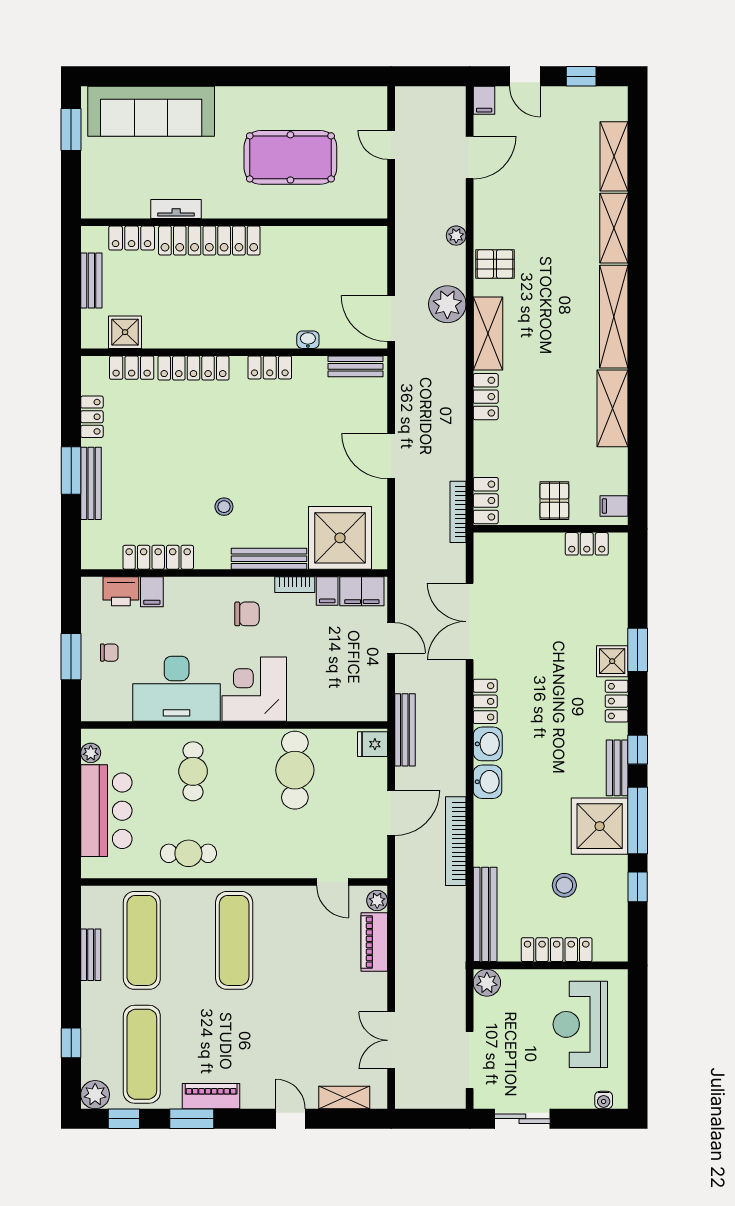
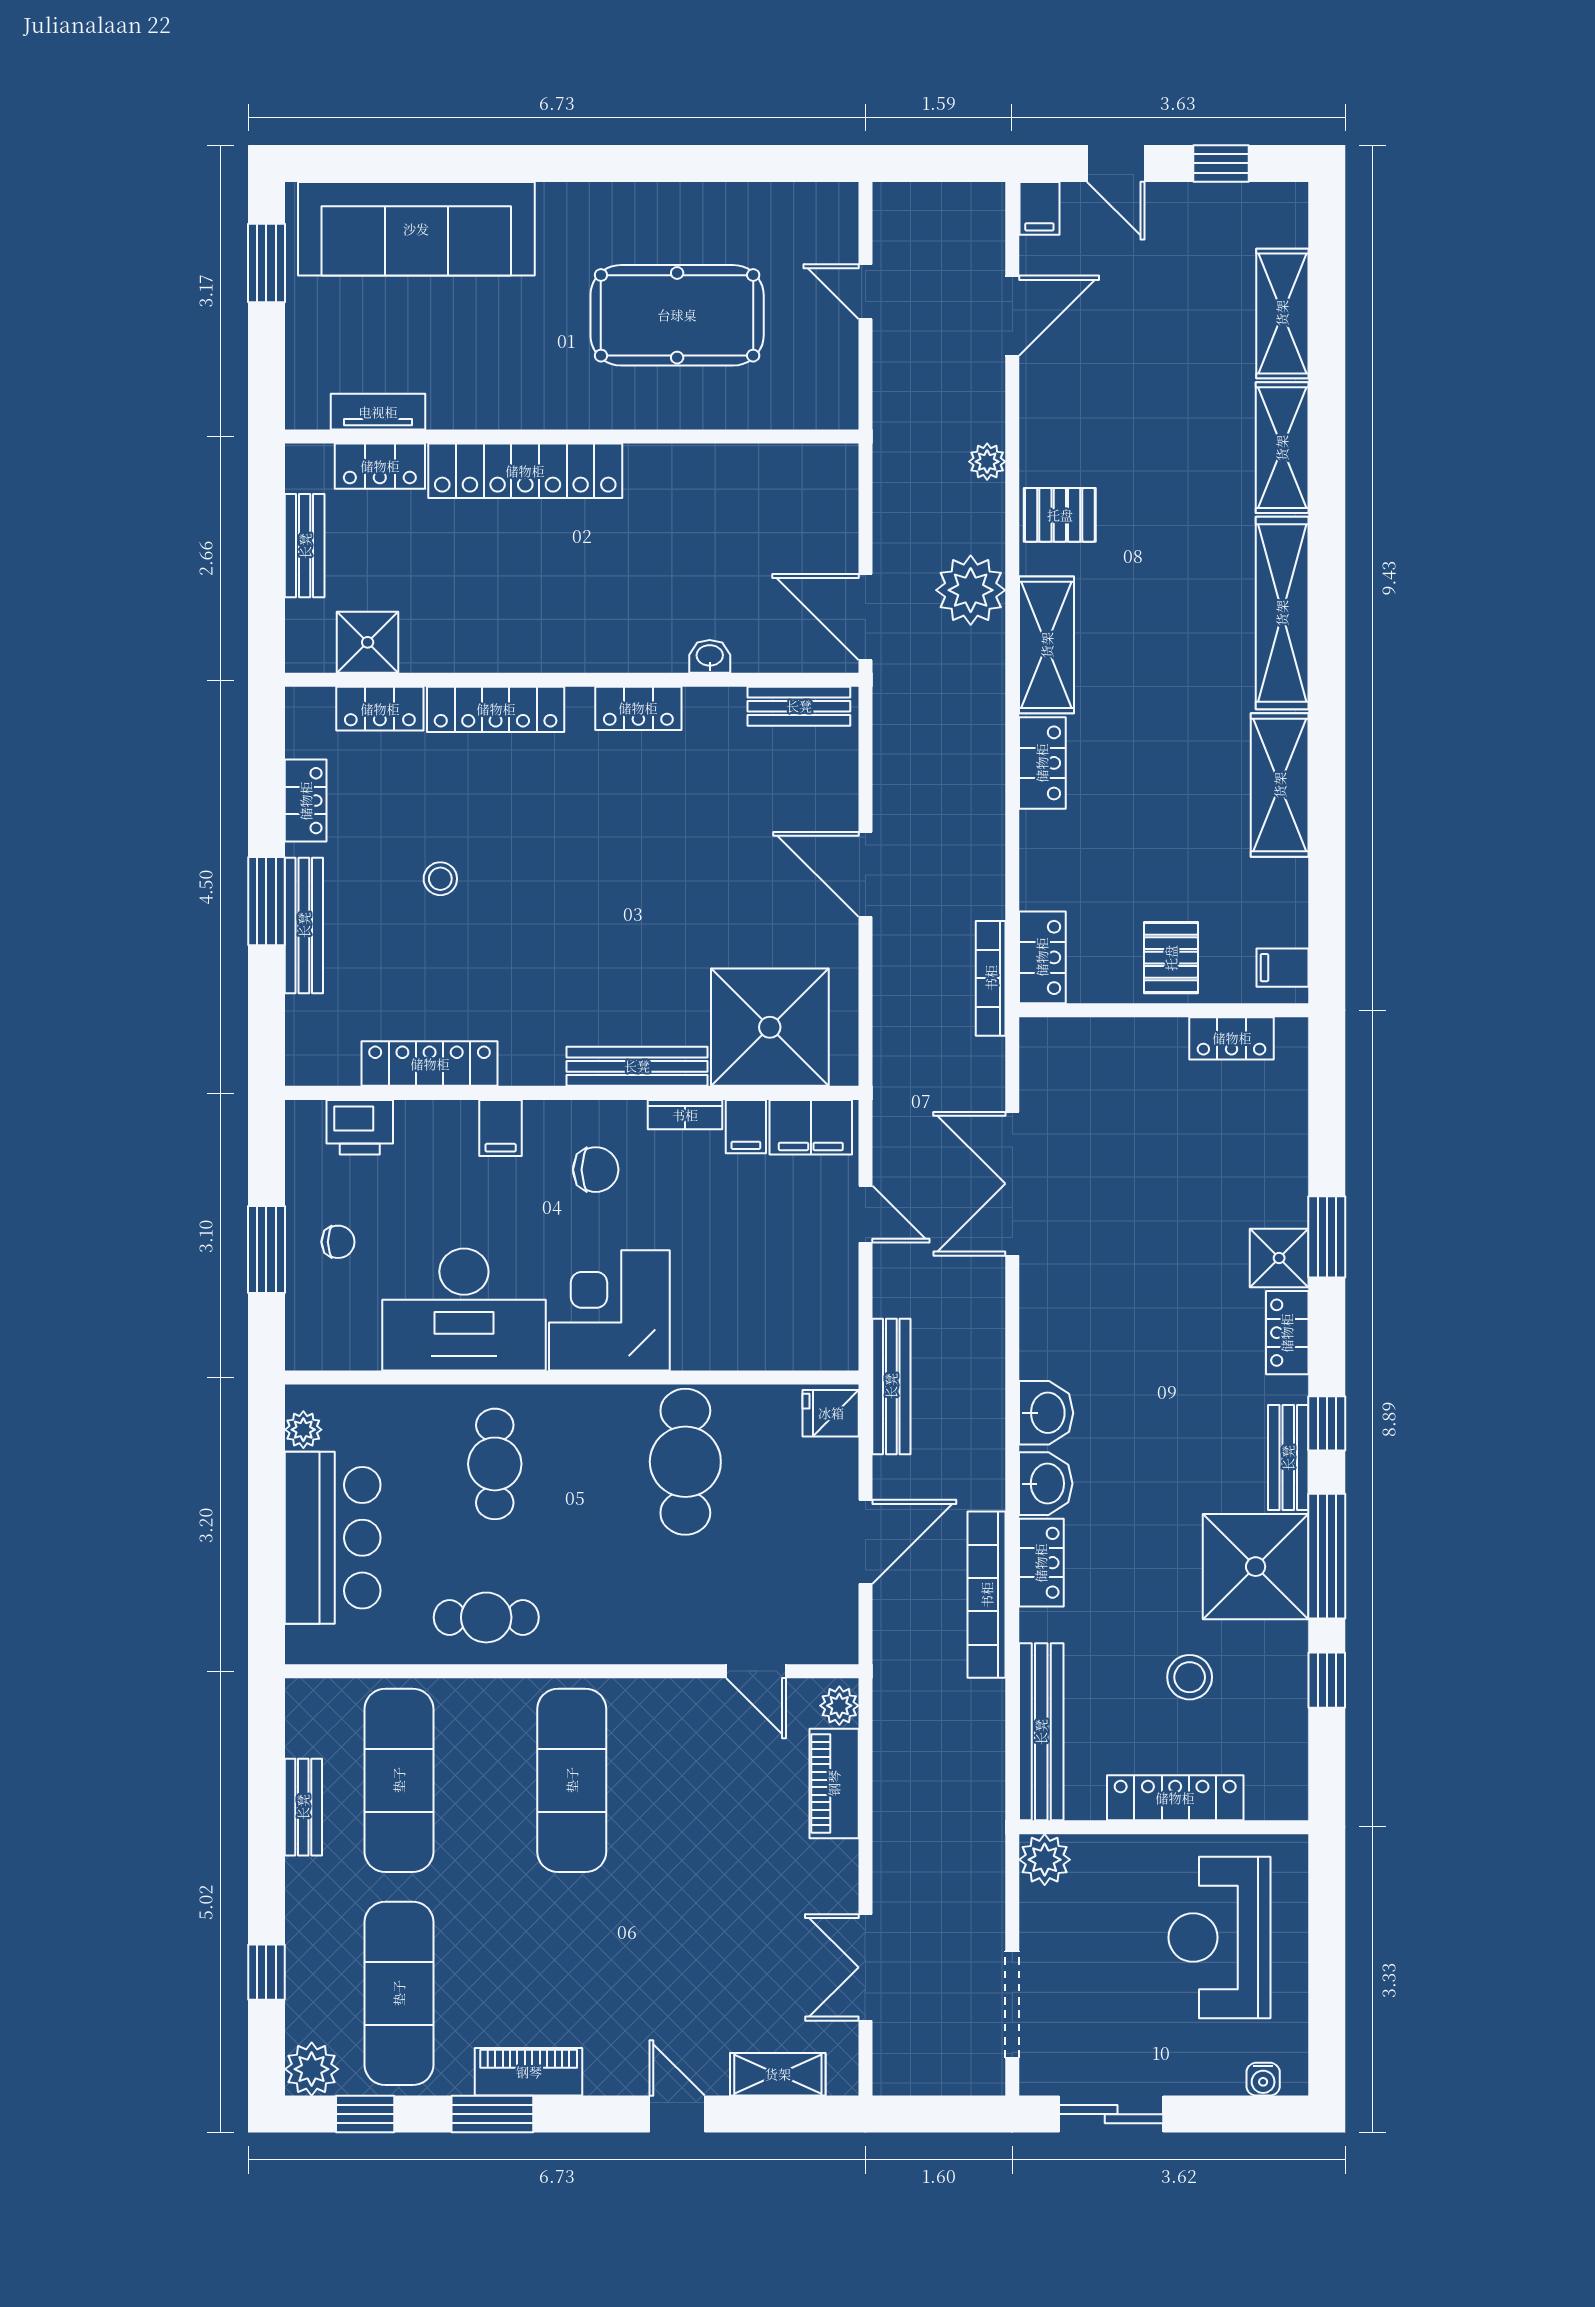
tv unit: (176, 209) -> (378, 412), moved
stool: (224, 507) -> (440, 879), moved
filing cabinet: (152, 592) -> (501, 1128), moved
locker: (485, 701) -> (1041, 1563), moved

